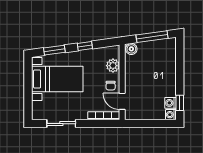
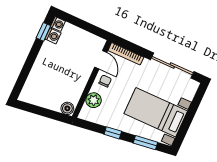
window: (152, 37) -> (41, 111), removed
sliding door: (61, 124) -> (172, 66), width x1.37

